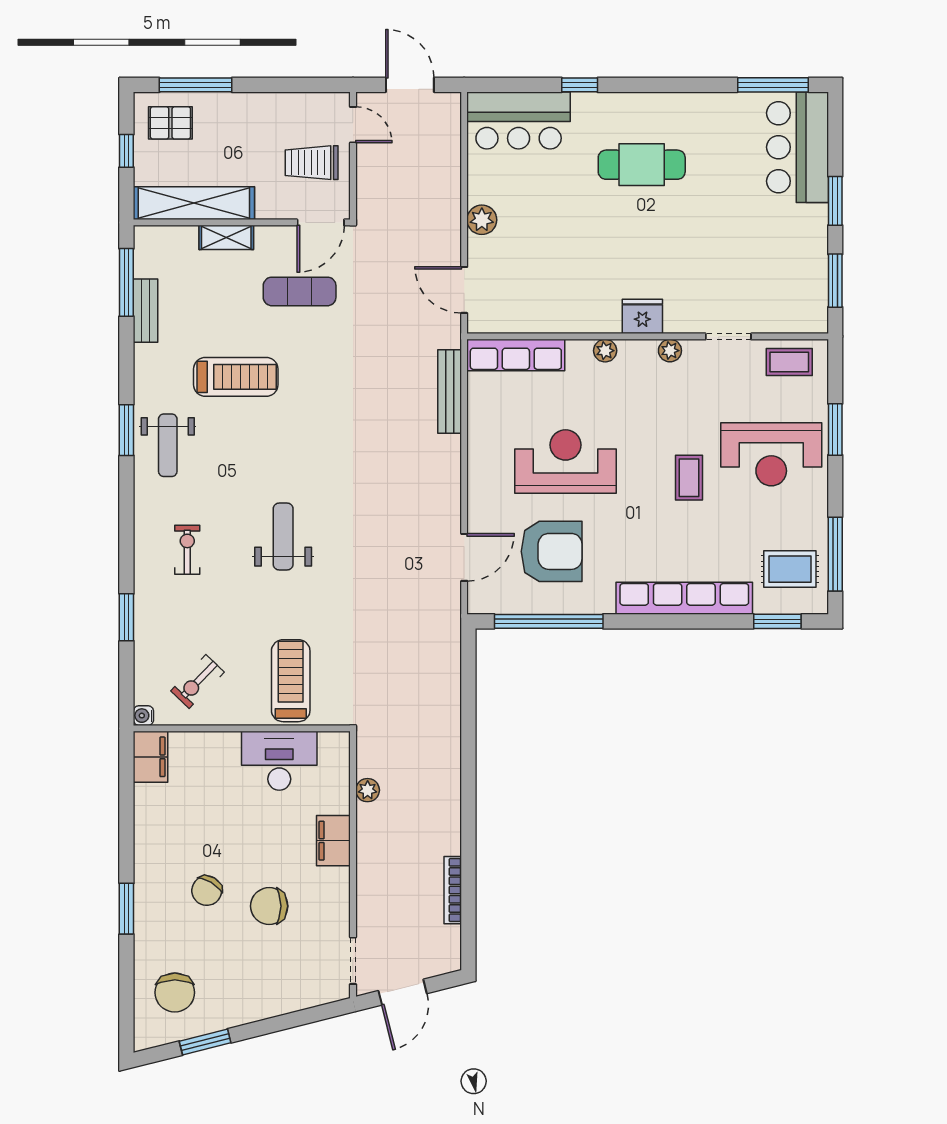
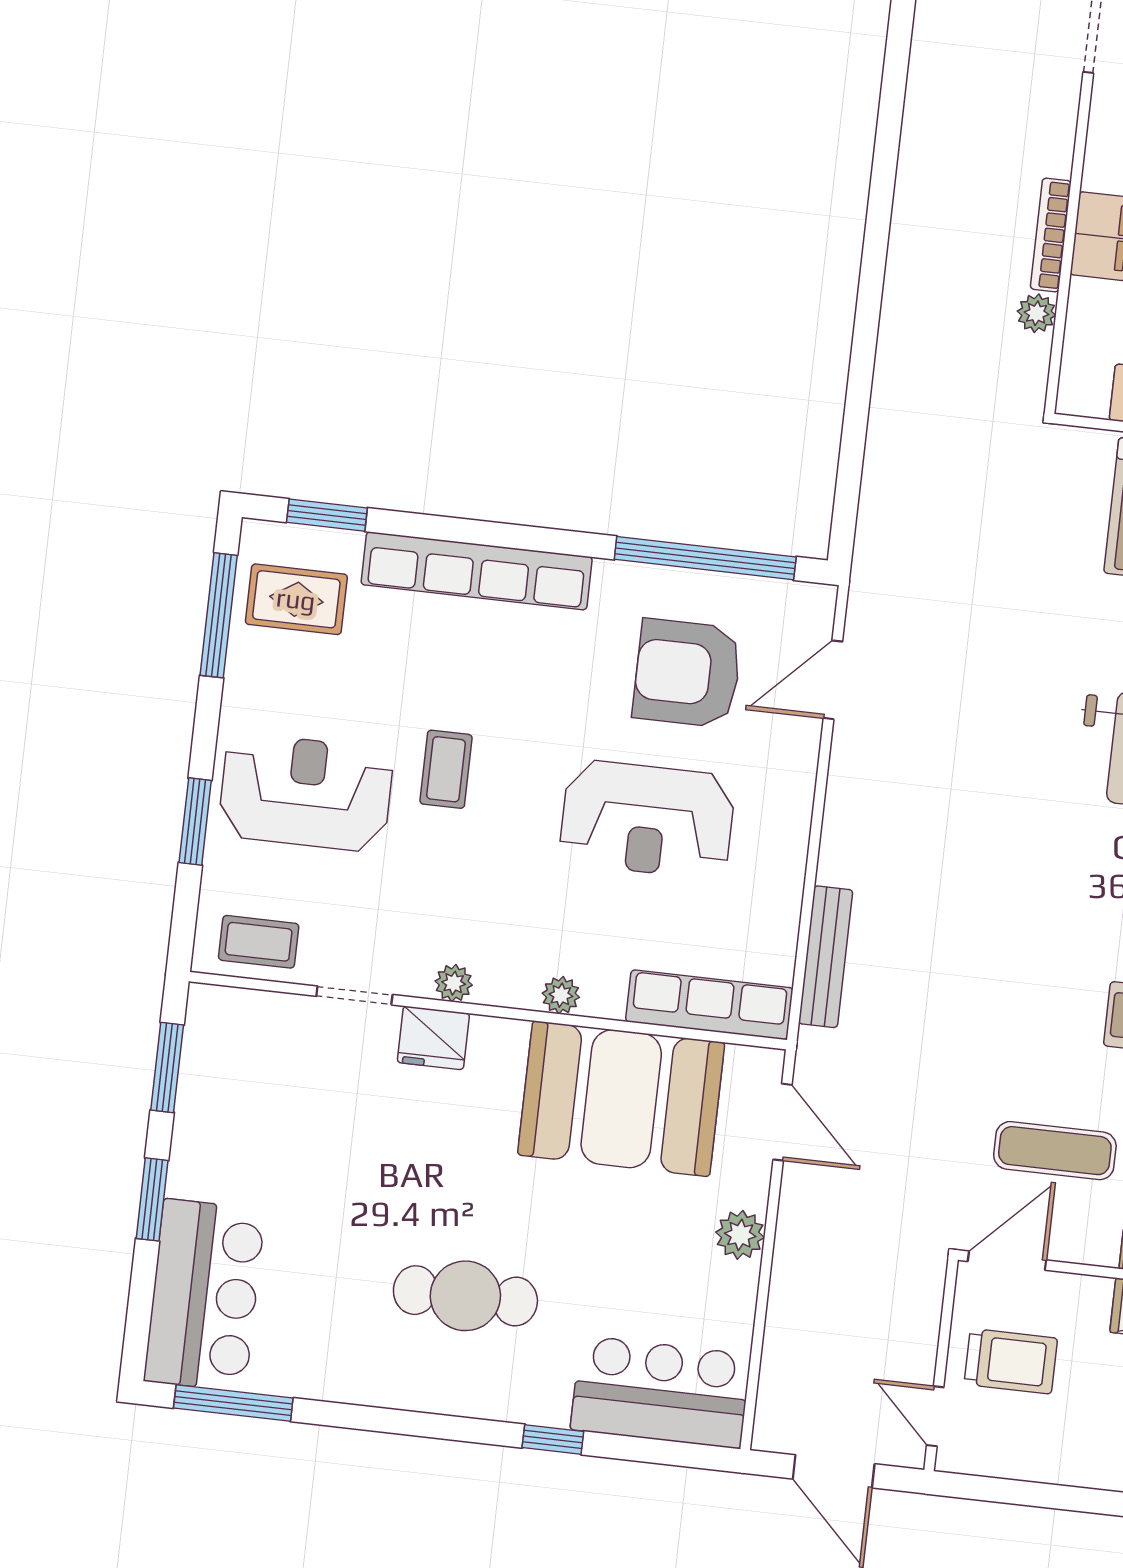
booth: (562, 293) -> (621, 1099), added
fridge: (642, 316) -> (433, 1038), moved
bookcase: (453, 890) -> (1051, 235), moved, turned 180

